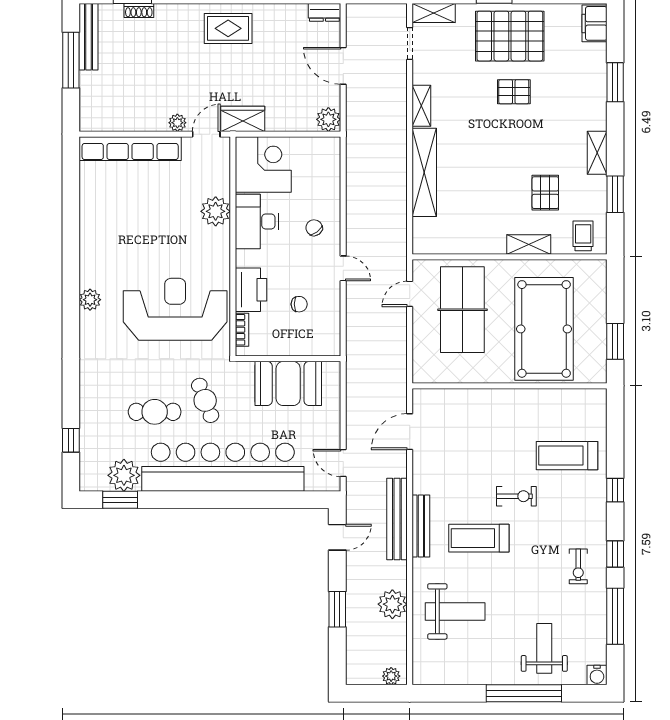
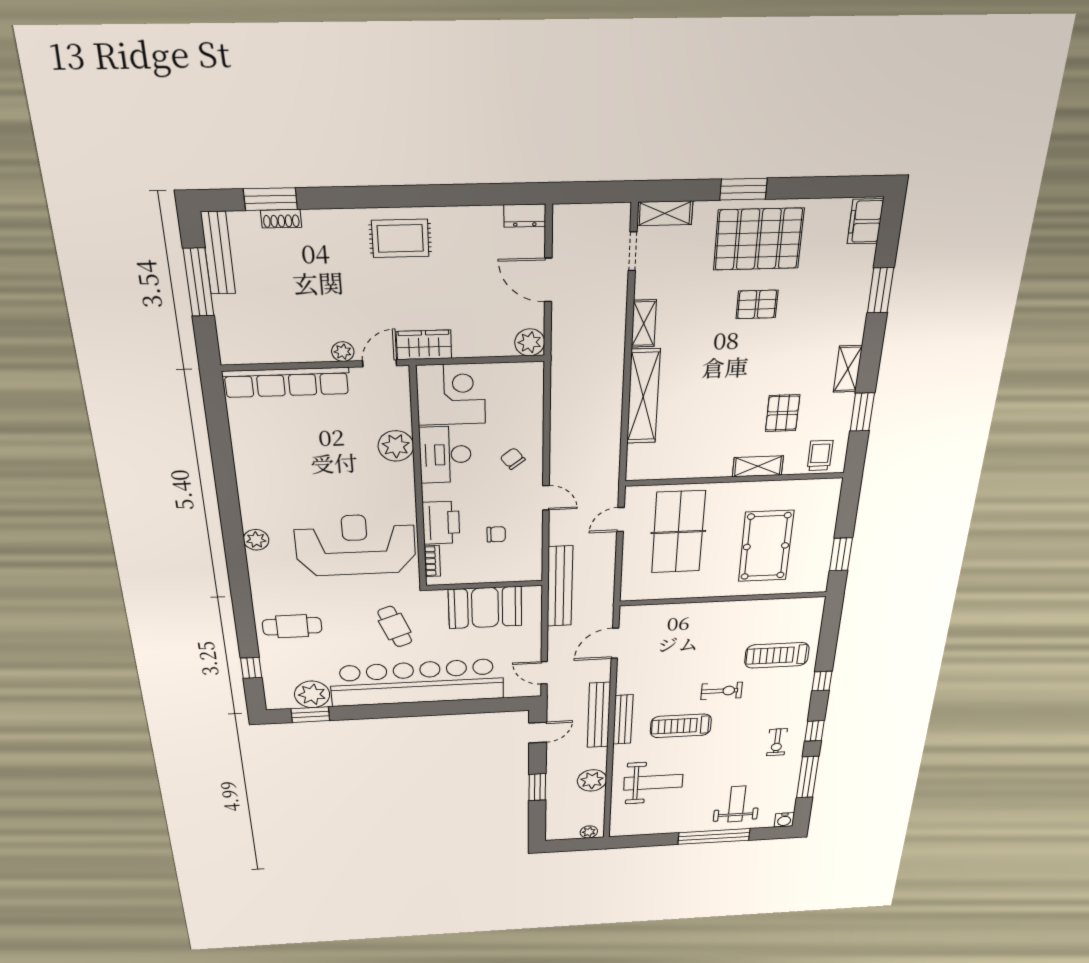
pool table: (544, 329) -> (766, 546), width x0.73, depth x0.76
bench: (357, 364) -> (560, 586), added
cafe table: (155, 412) -> (292, 626), moved

